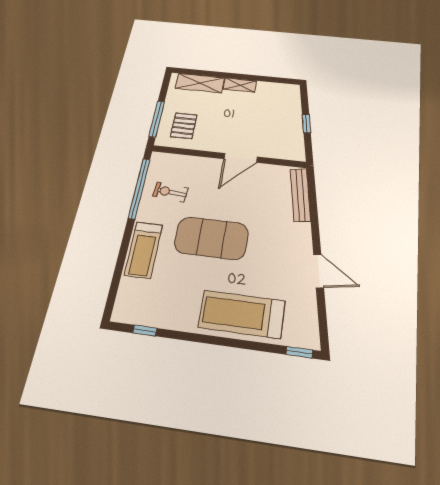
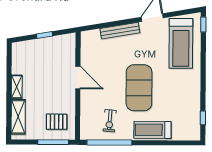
bench: (300, 195) -> (120, 31), moved
treadmill: (144, 250) -> (152, 130), turned 180
treadmill: (242, 314) -> (181, 43), moved

